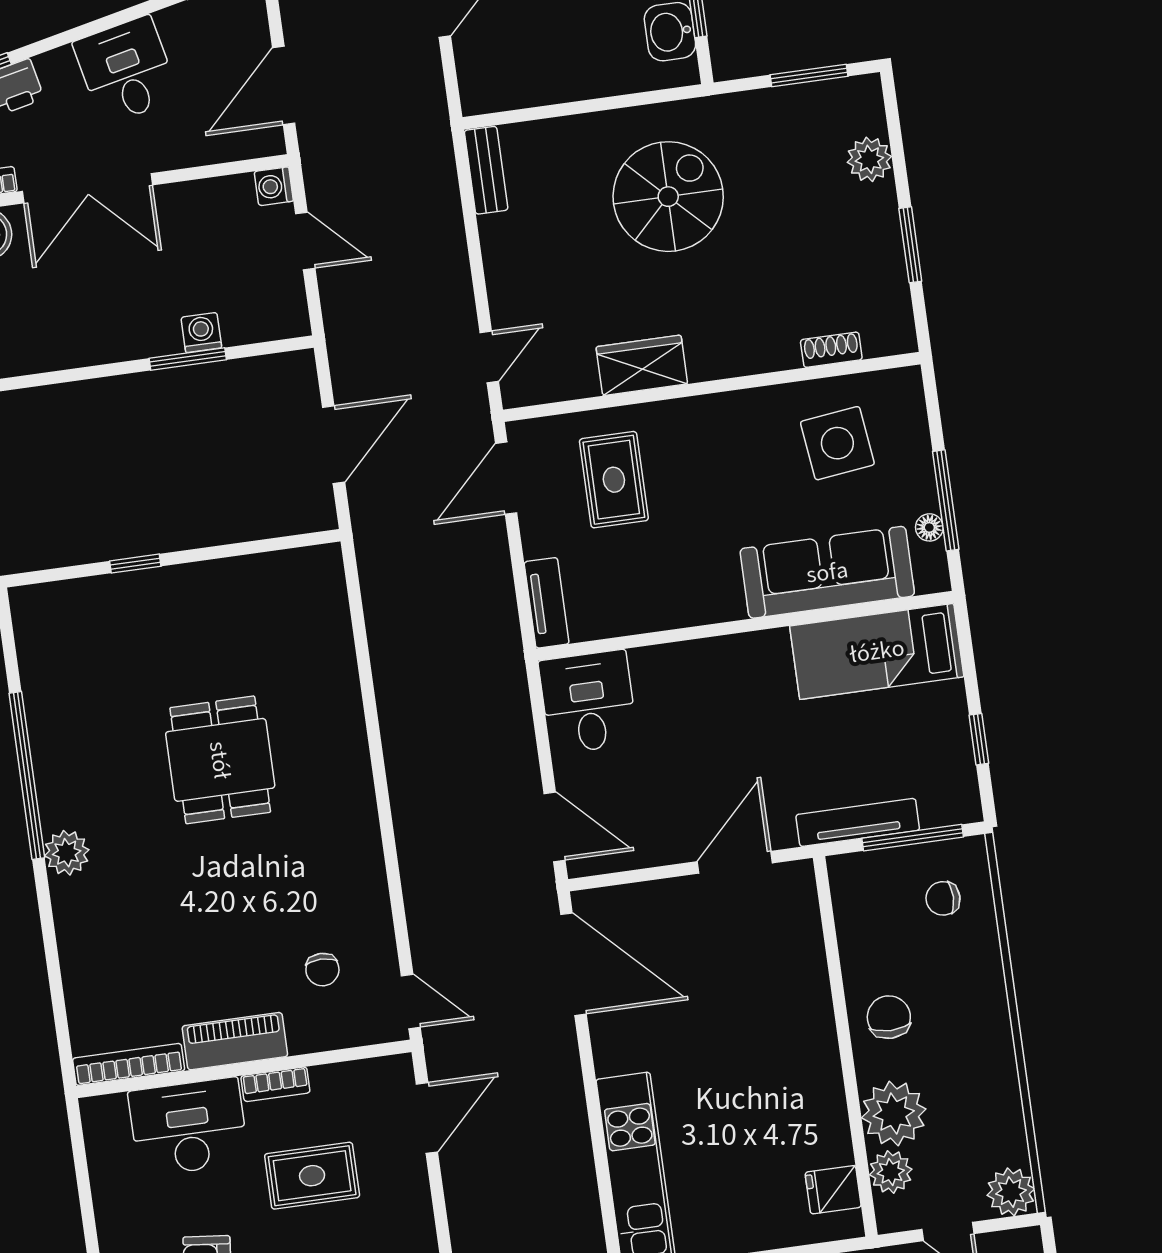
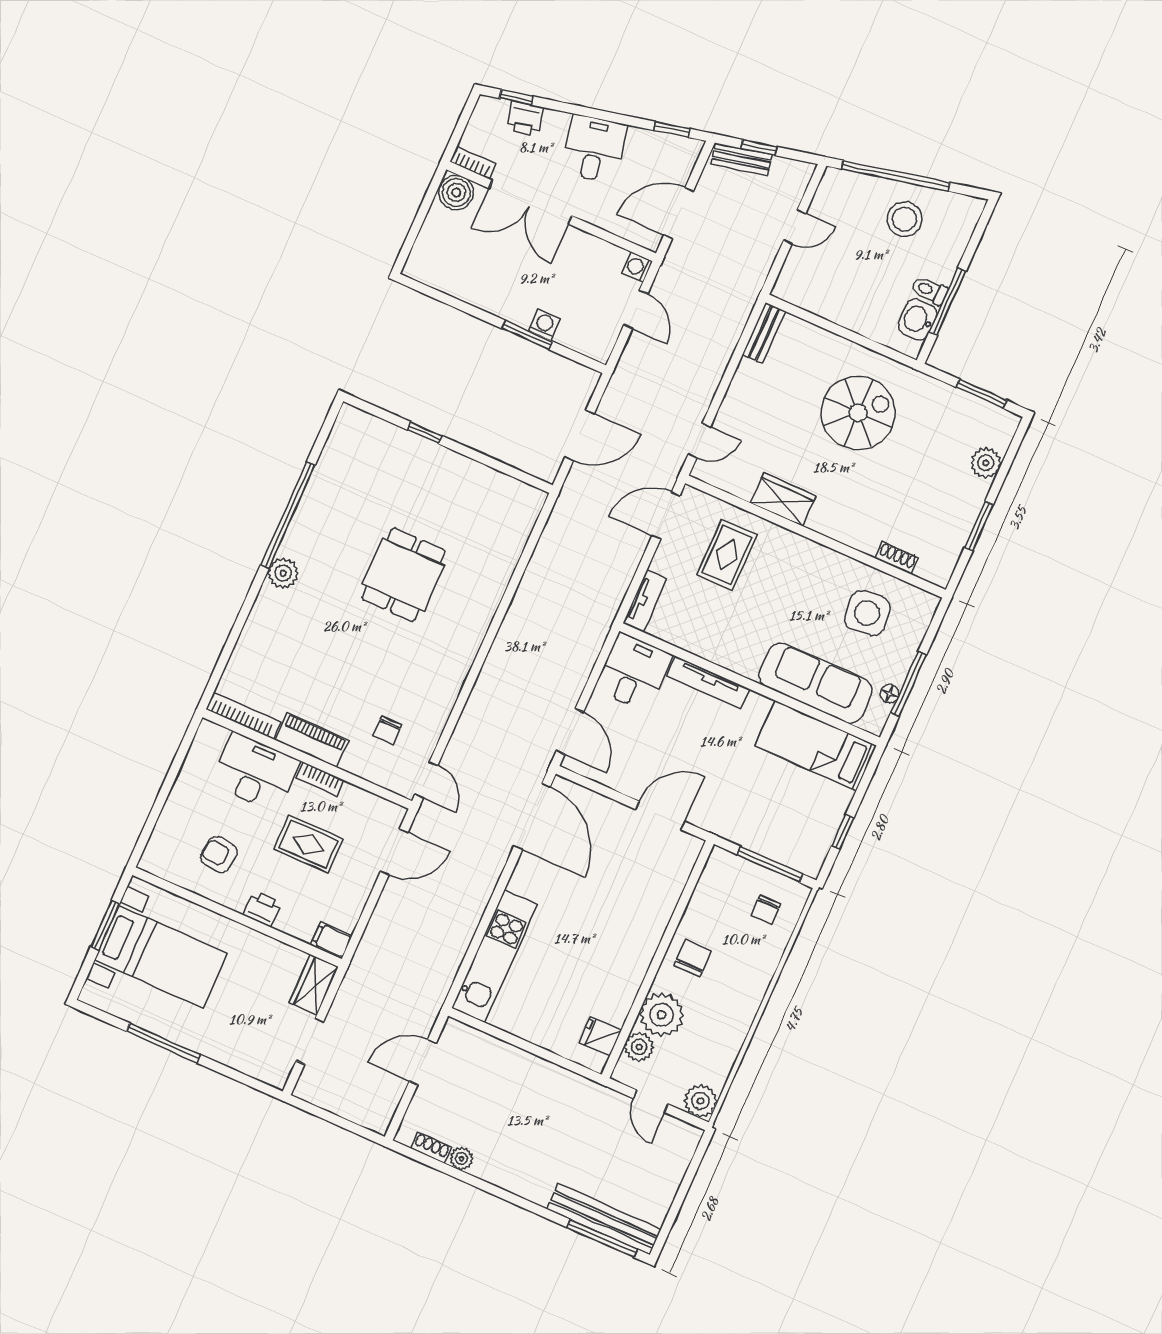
tv unit: (858, 822) -> (708, 682), moved, turned 180
chair: (943, 898) -> (766, 910), turned -90

